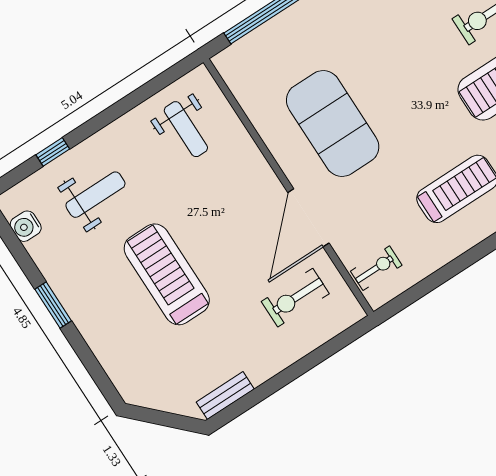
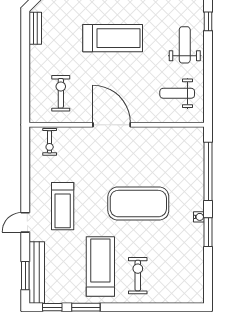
exercise mat: (333, 124) -> (138, 204), moved
weight bench: (95, 195) -> (185, 45), moved, turned 180
door: (308, 218) -> (112, 125), moved

